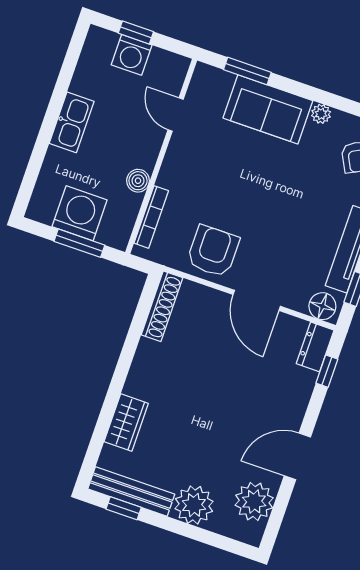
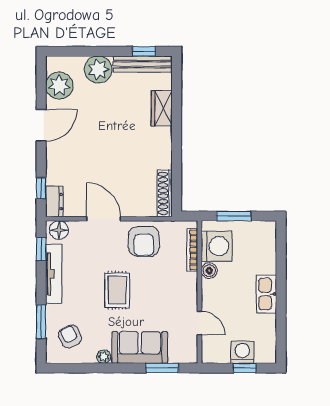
rug: (272, 197) -> (117, 290), added
washing machine: (80, 213) -> (216, 246), moved, turned -90

